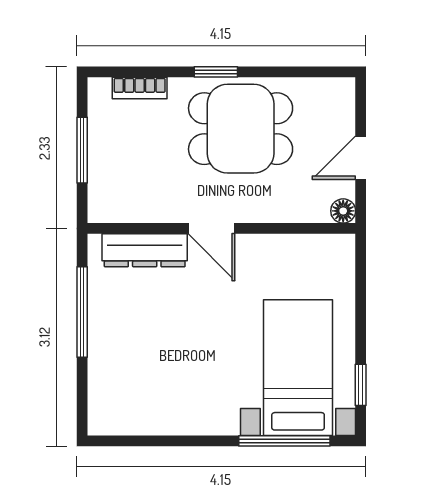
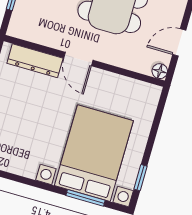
bed with nightstands: (298, 368) -> (94, 153), width x1.36
window: (284, 441) -> (86, 198), width x0.69

